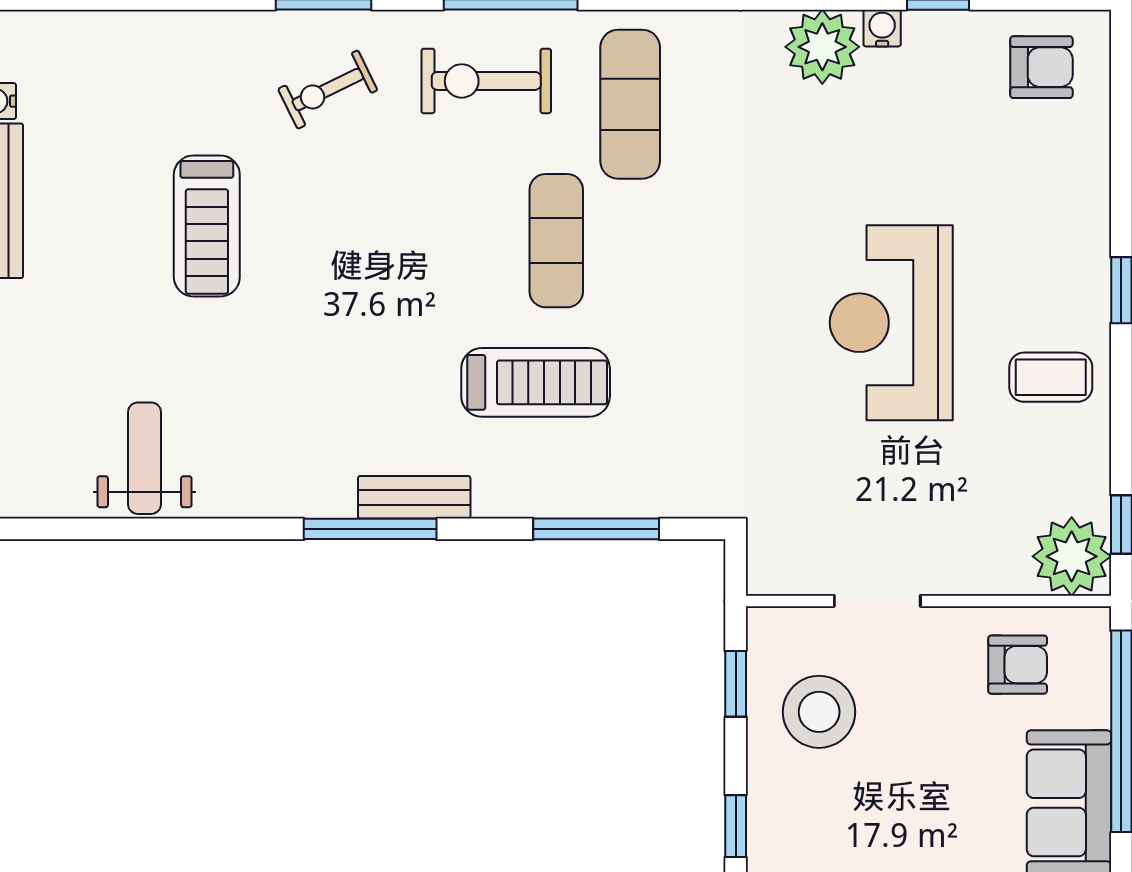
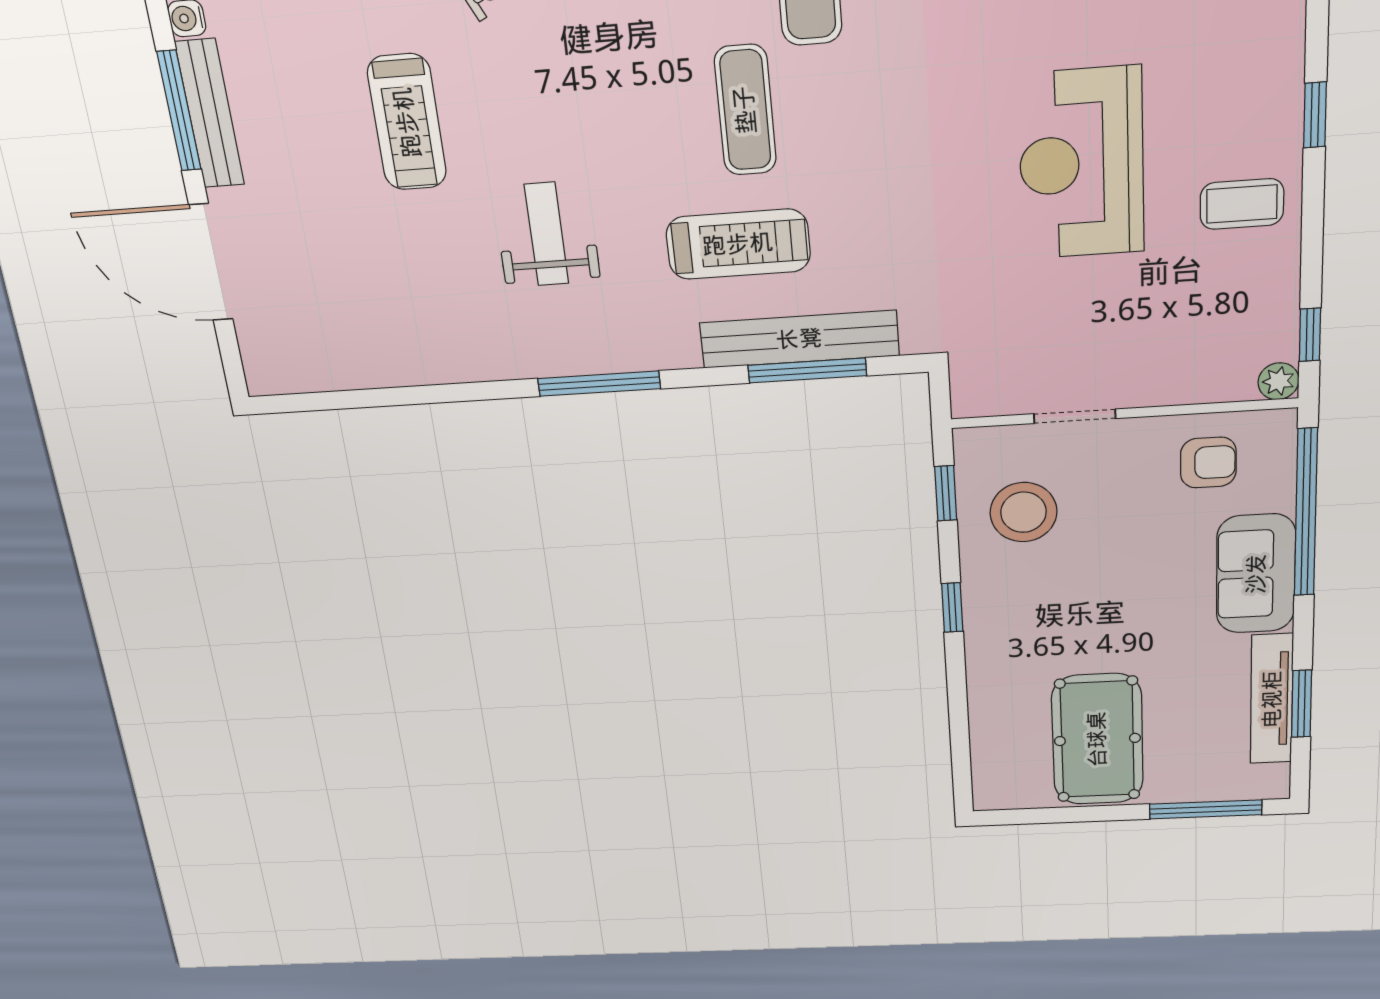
weight bench: (145, 458) -> (546, 234), moved
bench: (414, 497) -> (799, 339), moved, width x1.86, depth x1.21
plant: (1072, 556) -> (1278, 381), width x0.53, depth x0.53

